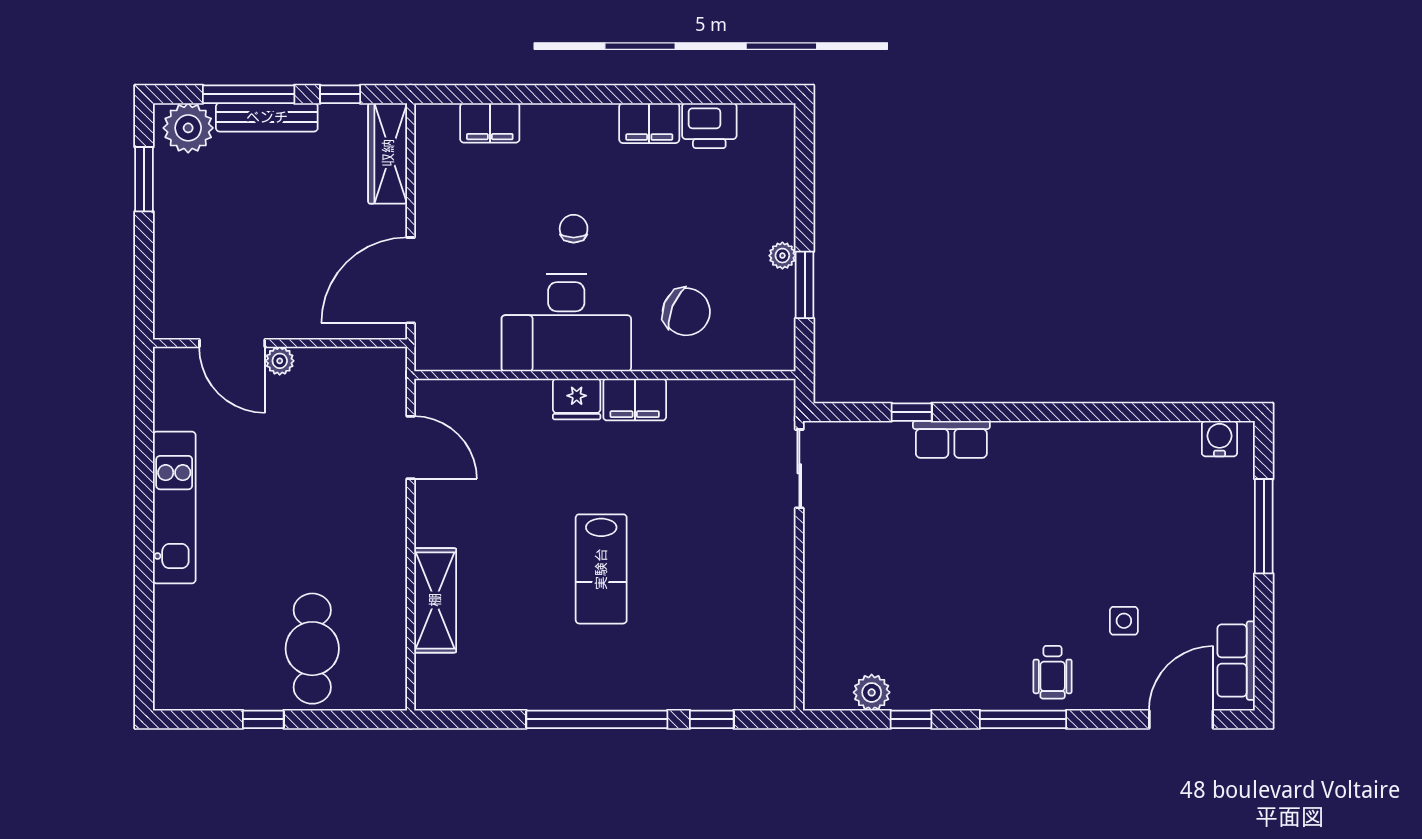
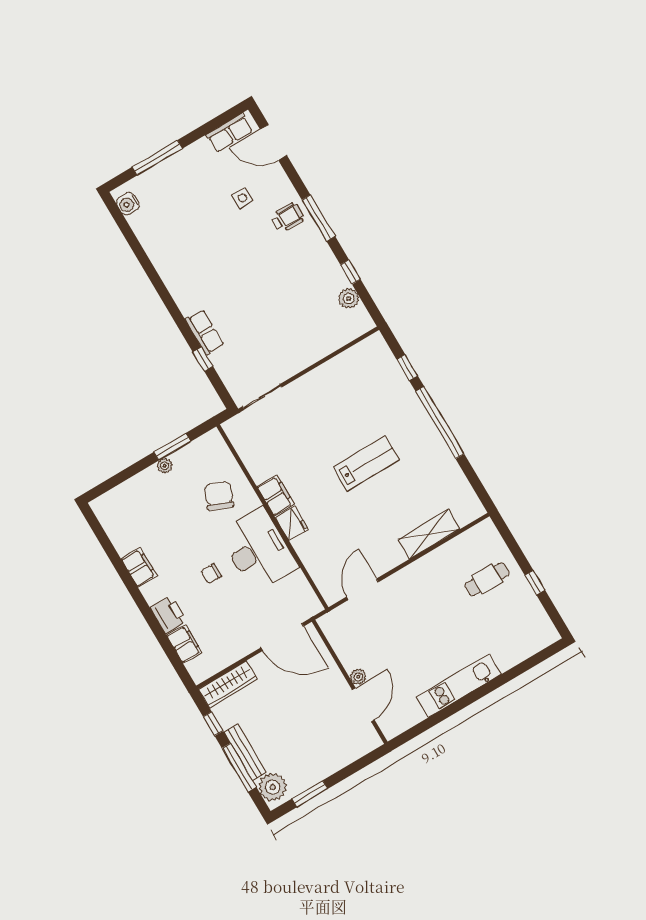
printer: (709, 126) -> (169, 614), moved
cafe table: (312, 649) -> (487, 579), width x0.73, depth x0.74

